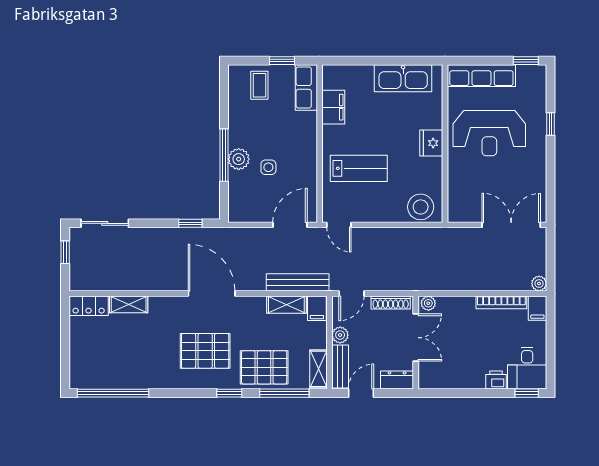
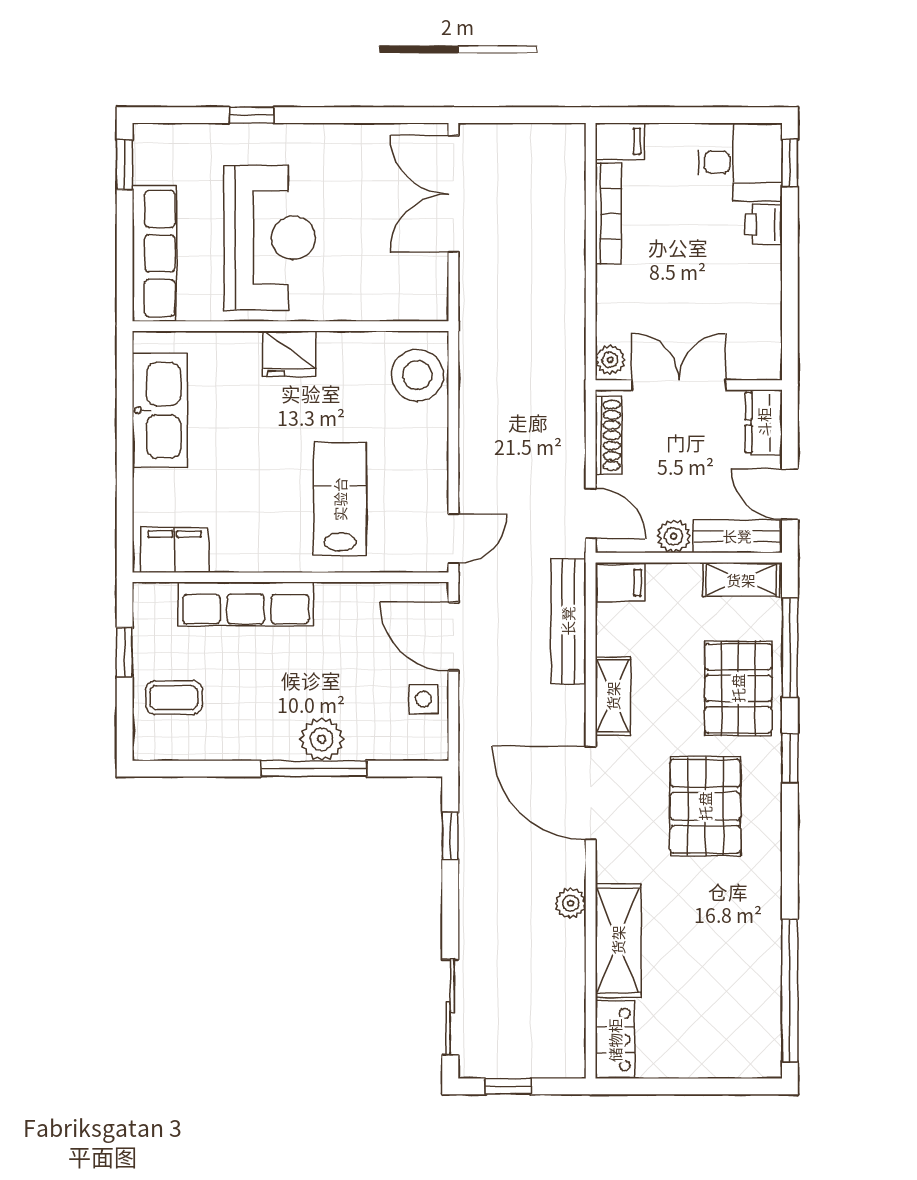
row of seats: (306, 87) -> (246, 604), moved, width x1.48
filing cabinet: (333, 107) -> (175, 550), moved
side table: (268, 167) -> (424, 699), moved
plant: (539, 284) -> (571, 903), moved
door: (212, 294) -> (591, 793), hinge flipped
shelving: (129, 304) -> (618, 940), width x1.50, depth x1.33
shelving: (286, 305) -> (613, 696), moved

